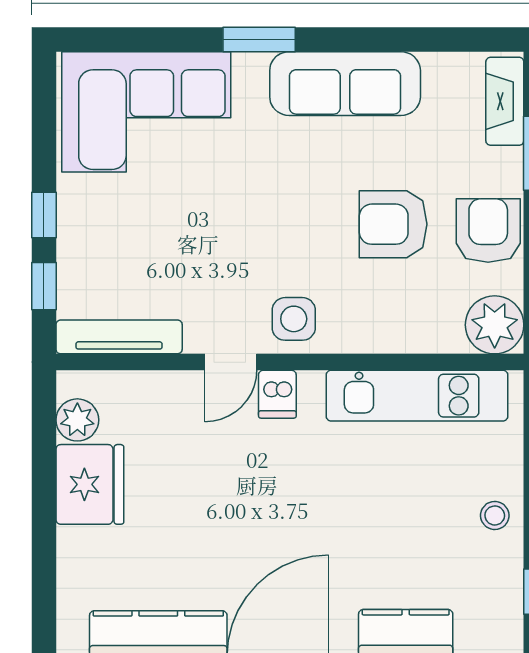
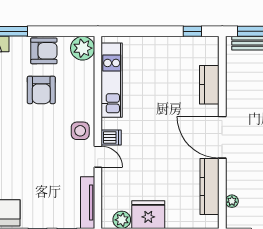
armchair: (488, 231) -> (44, 51), turned 180
stool: (495, 515) -> (161, 48), removed

